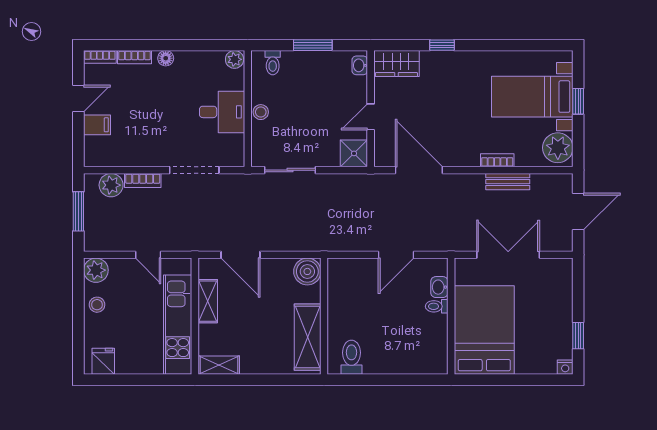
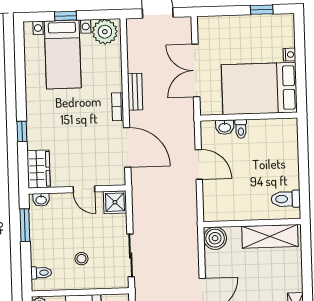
window: (313, 45) -> (25, 225), moved
stool: (261, 112) -> (81, 259), moved
bookcase: (497, 160) -> (118, 107), moved
door: (419, 170) -> (127, 147), swing flipped
bench: (508, 182) -> (135, 92), moved
nightstand: (565, 367) -> (289, 55), moved

